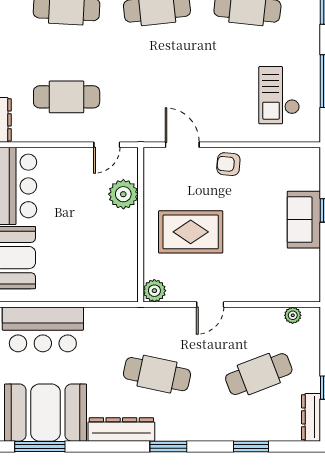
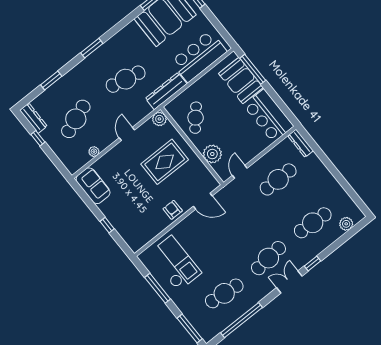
checkout: (279, 95) -> (175, 263), width x1.36, depth x1.21
armchair: (228, 164) -> (173, 210), turned -95
sofa: (304, 220) -> (93, 186), moved
cafe table: (108, 256) -> (196, 118), added
plant: (293, 315) -> (94, 152), moved
dresser: (121, 429) -> (166, 91), moved, turned 180

